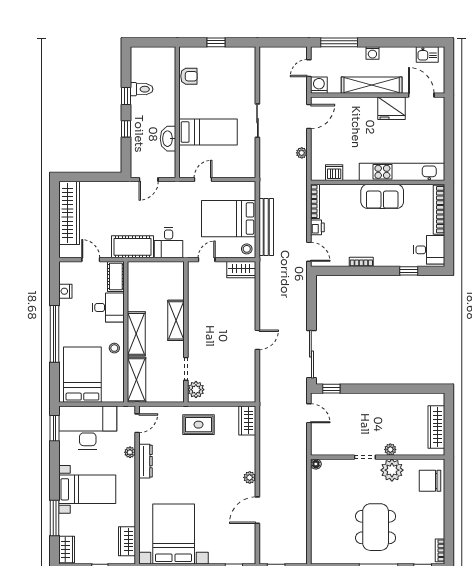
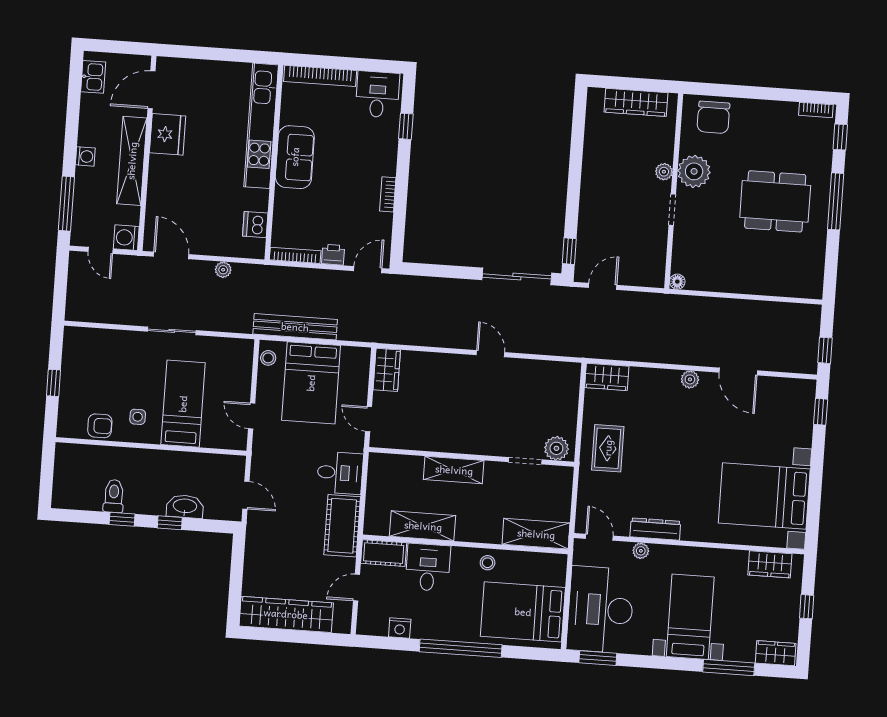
armchair: (189, 76) -> (100, 426), turned 90
side table: (197, 102) -> (138, 417), added
washbasin: (168, 139) -> (185, 506), moved, turned 180
bench: (266, 227) -> (295, 327), moved
stool: (247, 249) -> (268, 358), moved
shelving: (136, 334) -> (423, 526), moved

